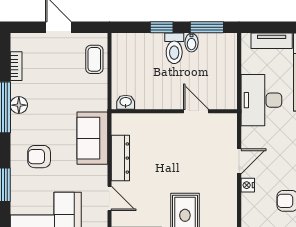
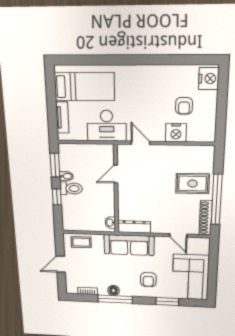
sofa: (92, 138) -> (129, 245), width x1.36
dresser: (120, 158) -> (134, 227), moved
door: (239, 161) -> (140, 143), moved
nightstand: (248, 185) -> (176, 133), width x1.89, depth x1.79
door: (109, 198) -> (178, 235), swing flipped

